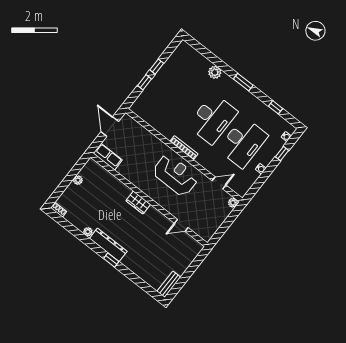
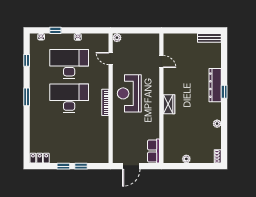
locker: (180, 51) -> (40, 158), added
plant: (215, 72) -> (35, 122), removed
dresser: (108, 245) -> (215, 85), moved

